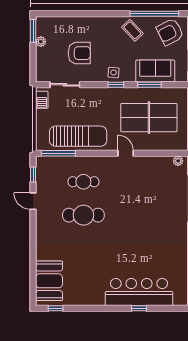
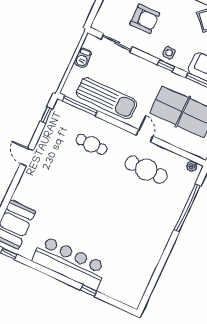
barbecue: (42, 100) -> (83, 58), moved
door: (33, 201) -> (27, 157), moved
cafe table: (83, 215) -> (146, 170), moved
bar counter: (139, 292) -> (70, 263), moved

